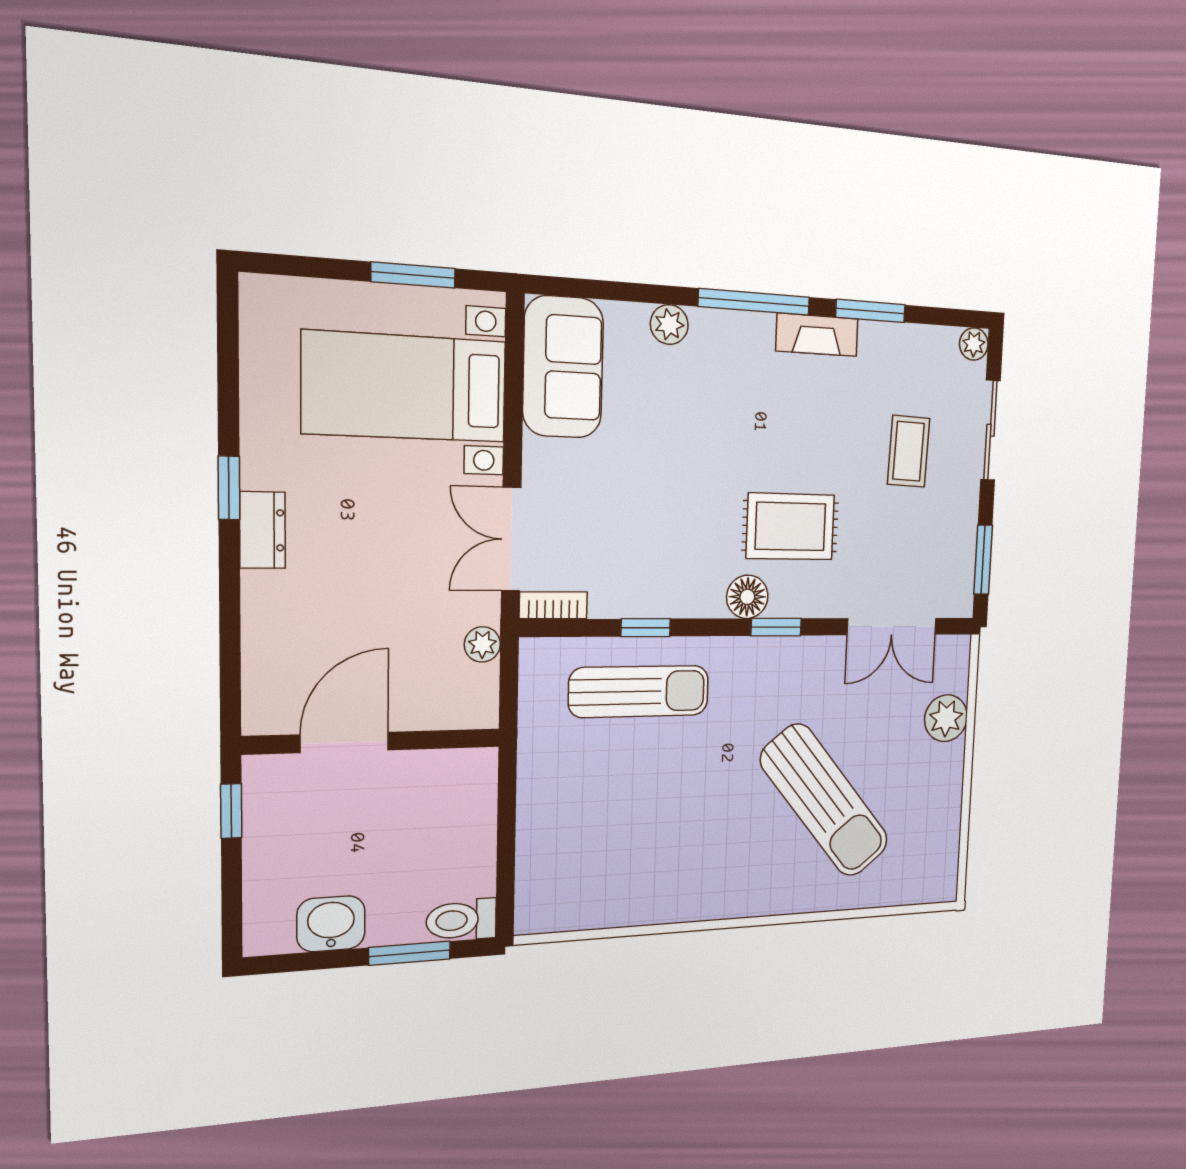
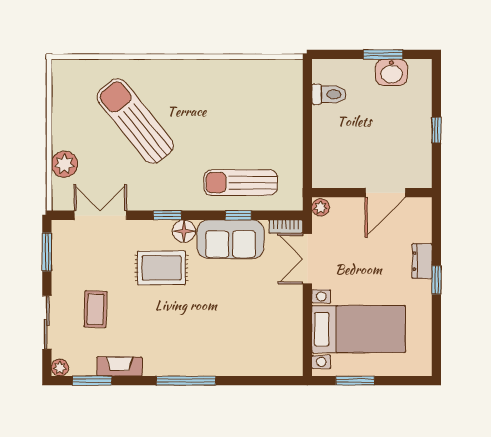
window: (870, 311) -> (92, 381), moved
plant: (669, 324) -> (230, 366), removed
fireplace: (817, 335) -> (120, 367), moved
sofa: (563, 367) -> (231, 239), moved, turned -90
double door: (511, 539) -> (307, 259), swing flipped
wall: (374, 741) -> (372, 193), moved
door: (345, 742) -> (385, 193), moved
toilet: (461, 920) -> (329, 94), moved
window: (410, 953) -> (383, 54), moved

